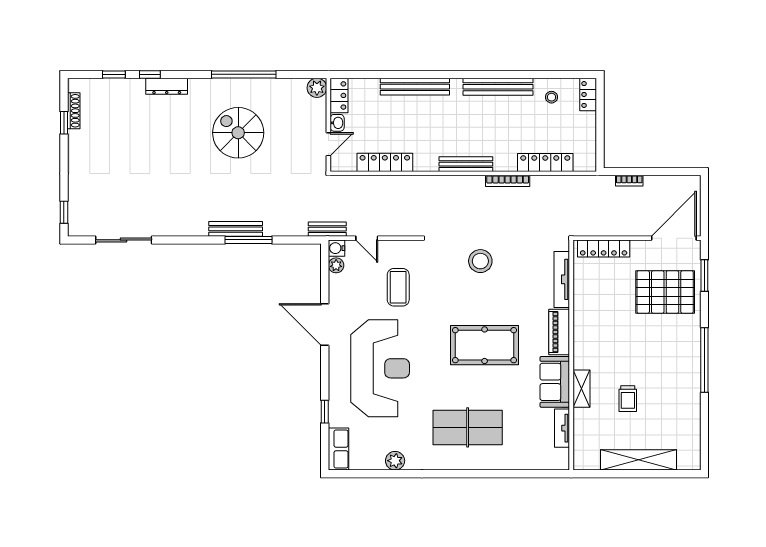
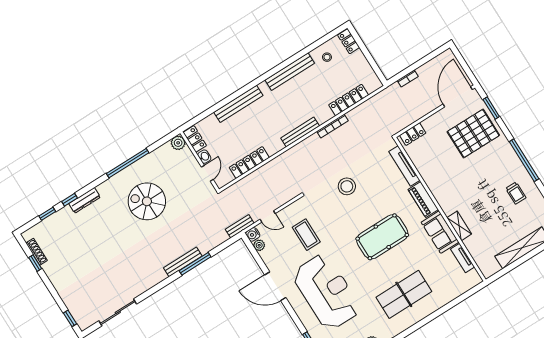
locker: (604, 249) -> (413, 134), width x0.66
trolley: (628, 399) -> (516, 193), moved

